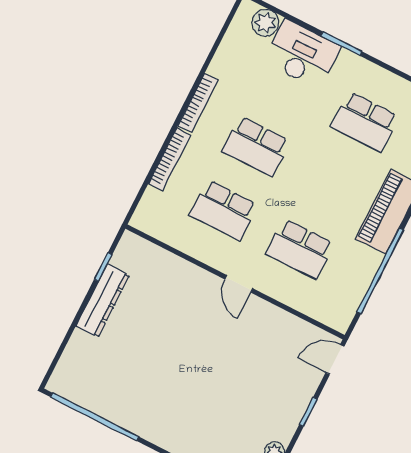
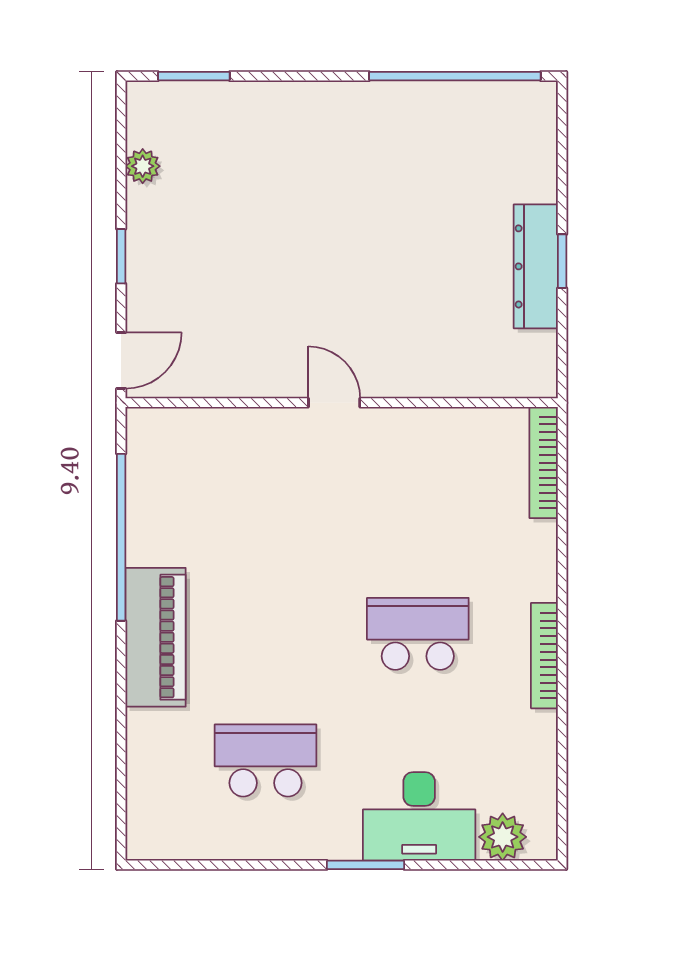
bookcase: (170, 159) -> (544, 463), moved
school desk: (224, 210) -> (418, 507), removed
school desk: (300, 249) -> (266, 507), removed
window: (103, 267) -> (562, 261), moved

